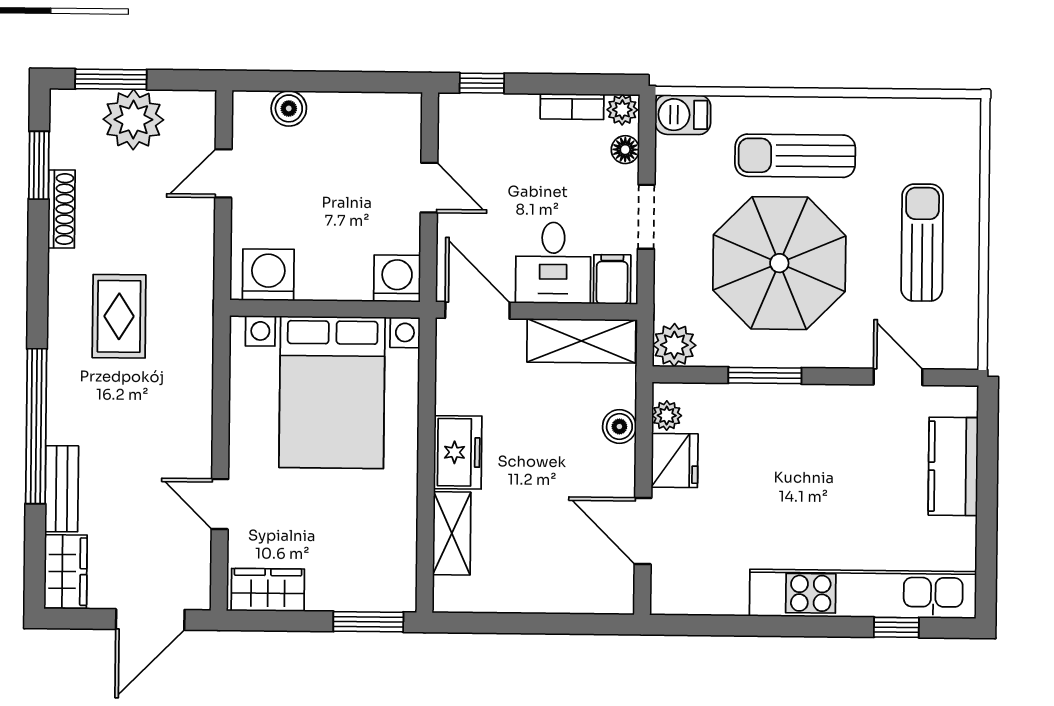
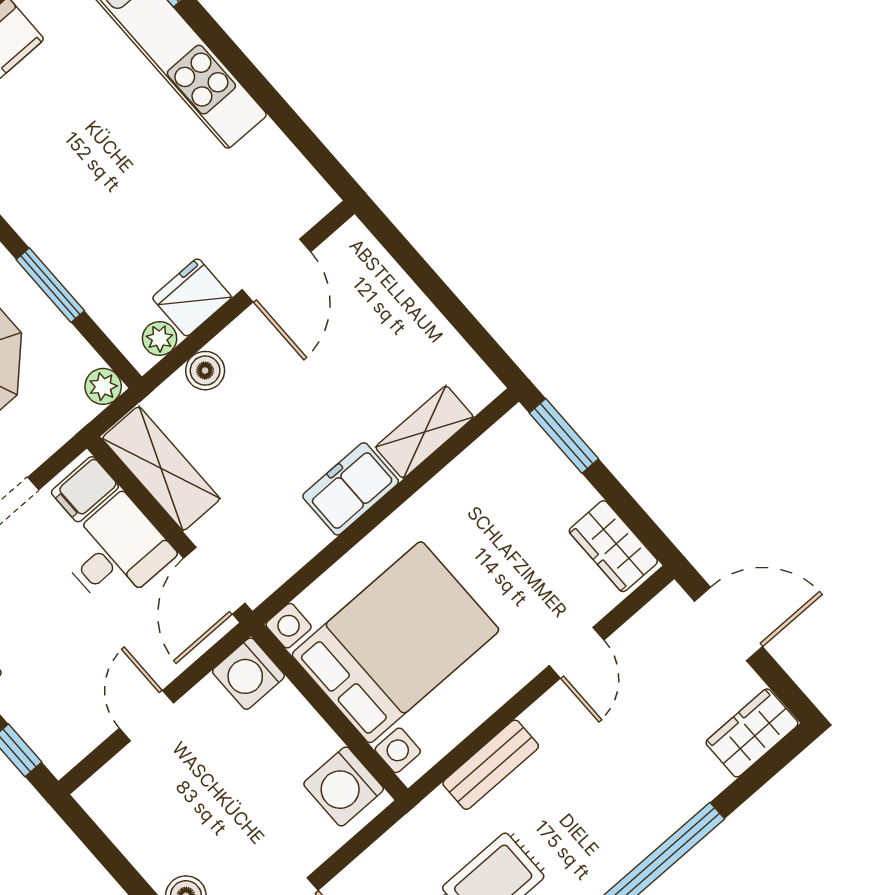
plant: (674, 345) -> (103, 386), width x0.73, depth x0.73
bench: (62, 489) -> (491, 765), moved

